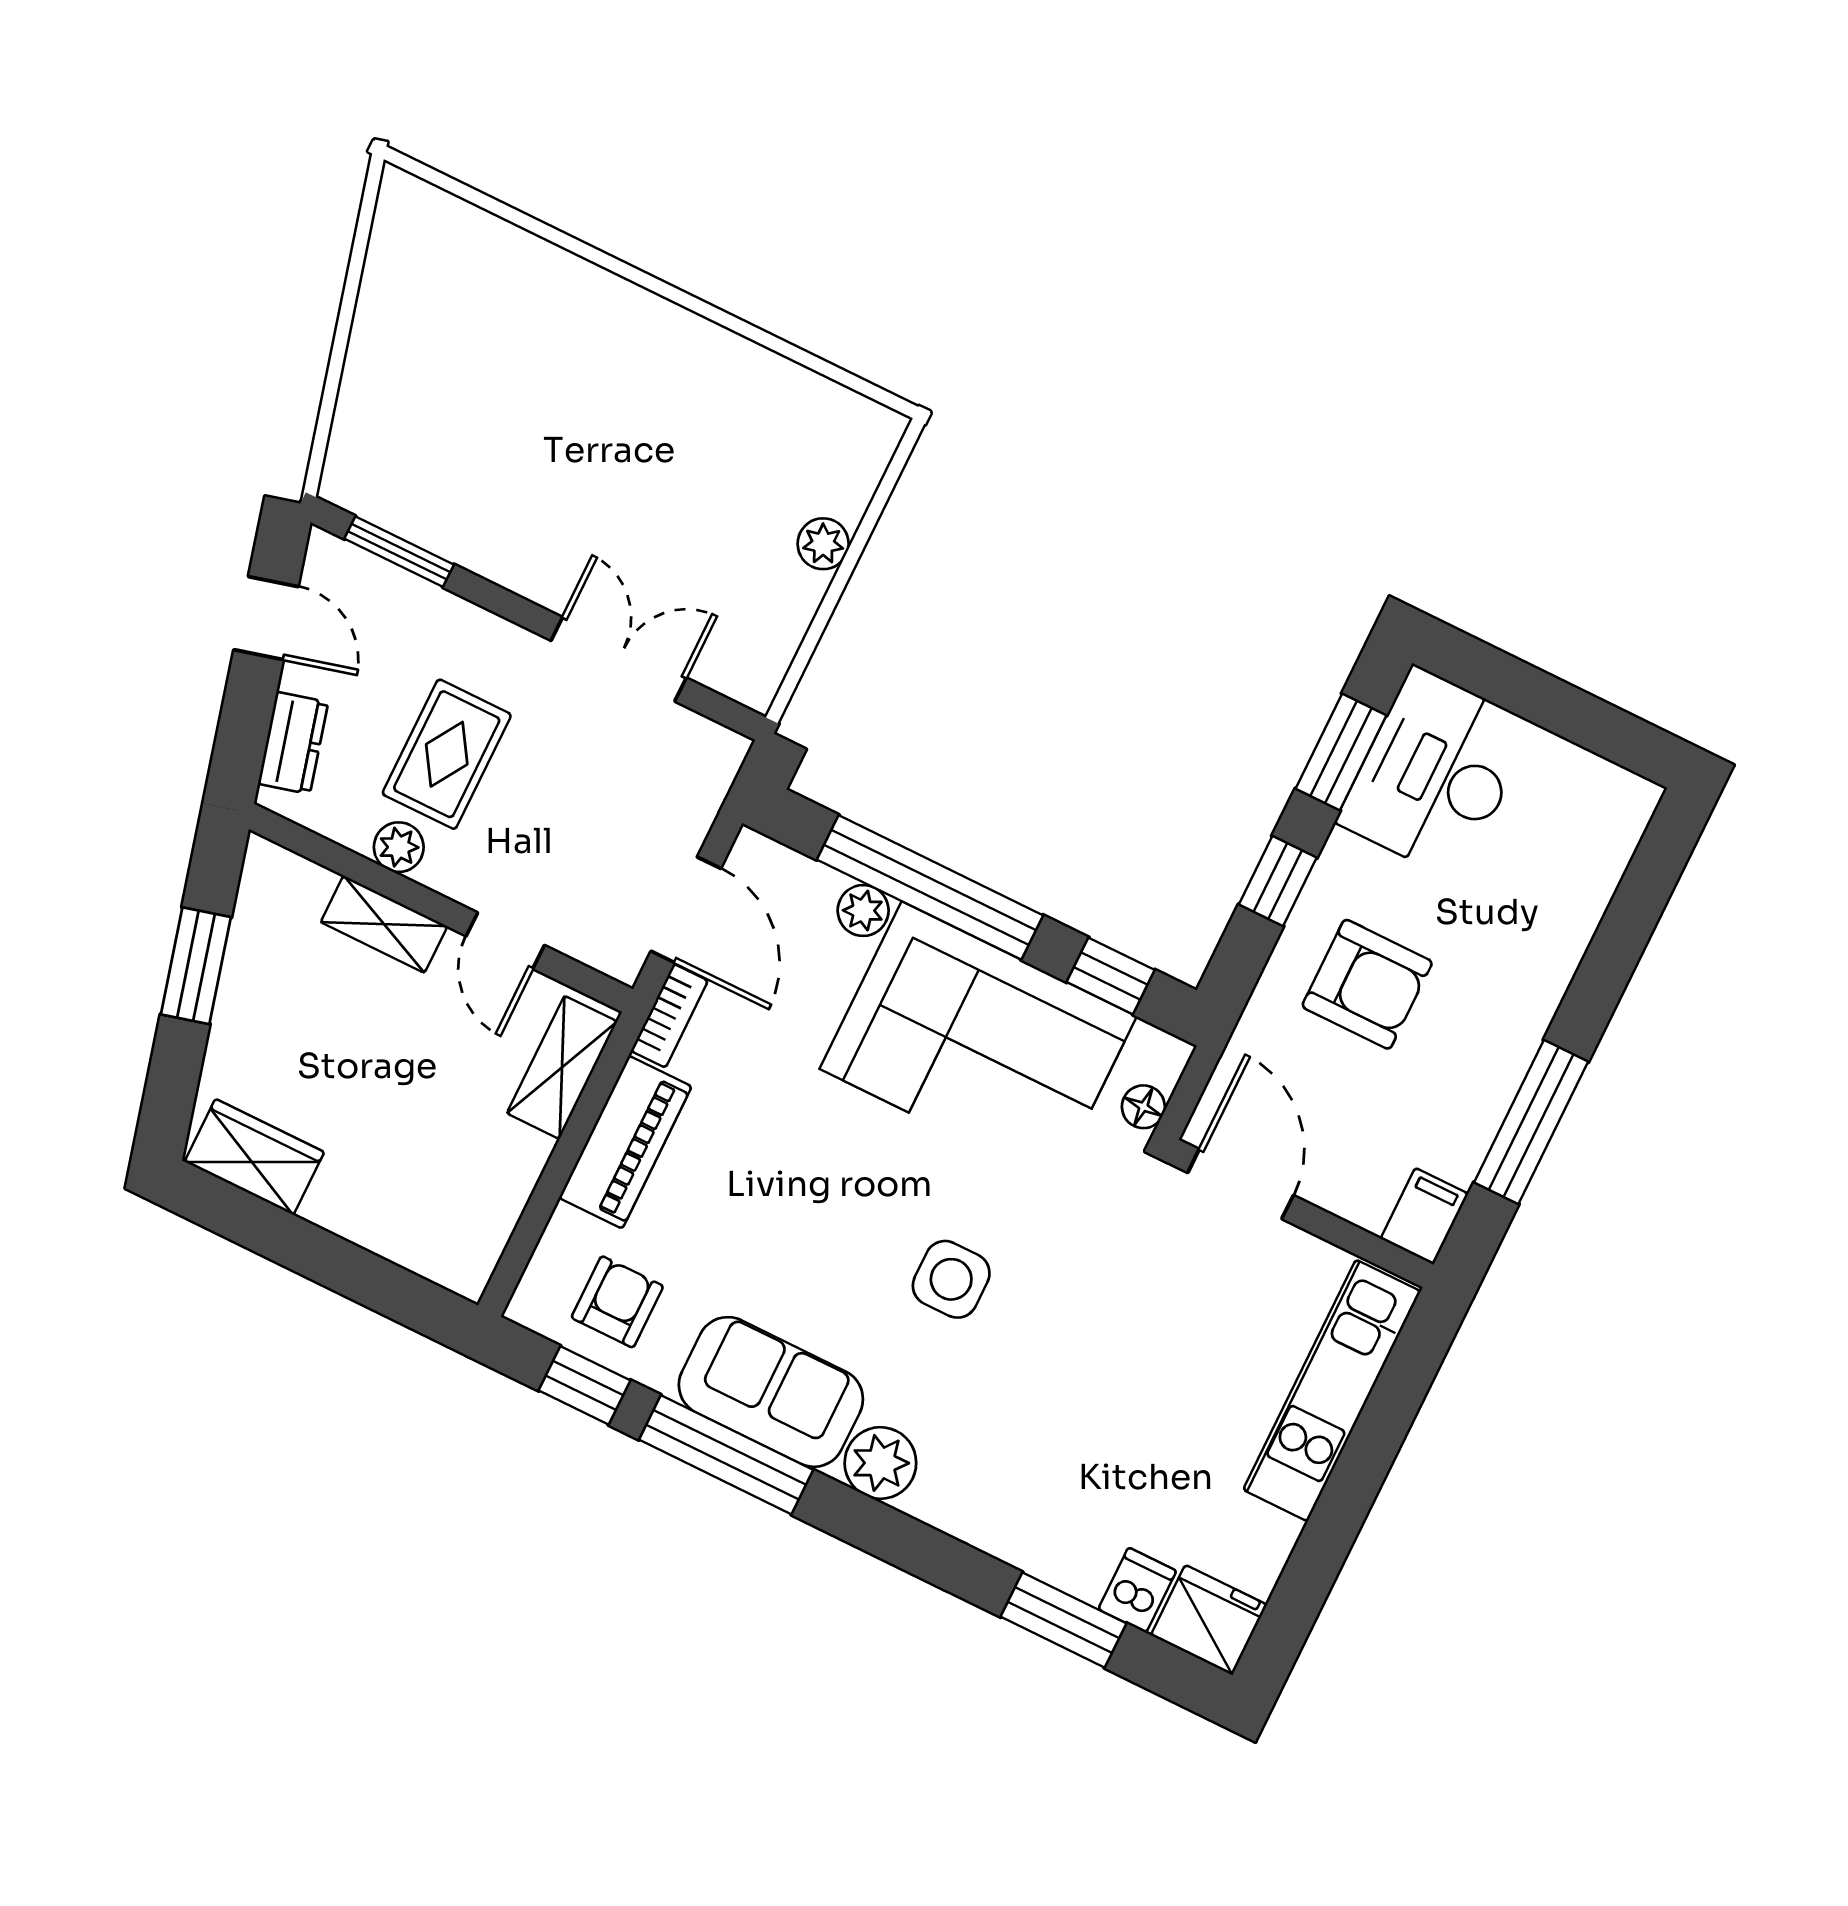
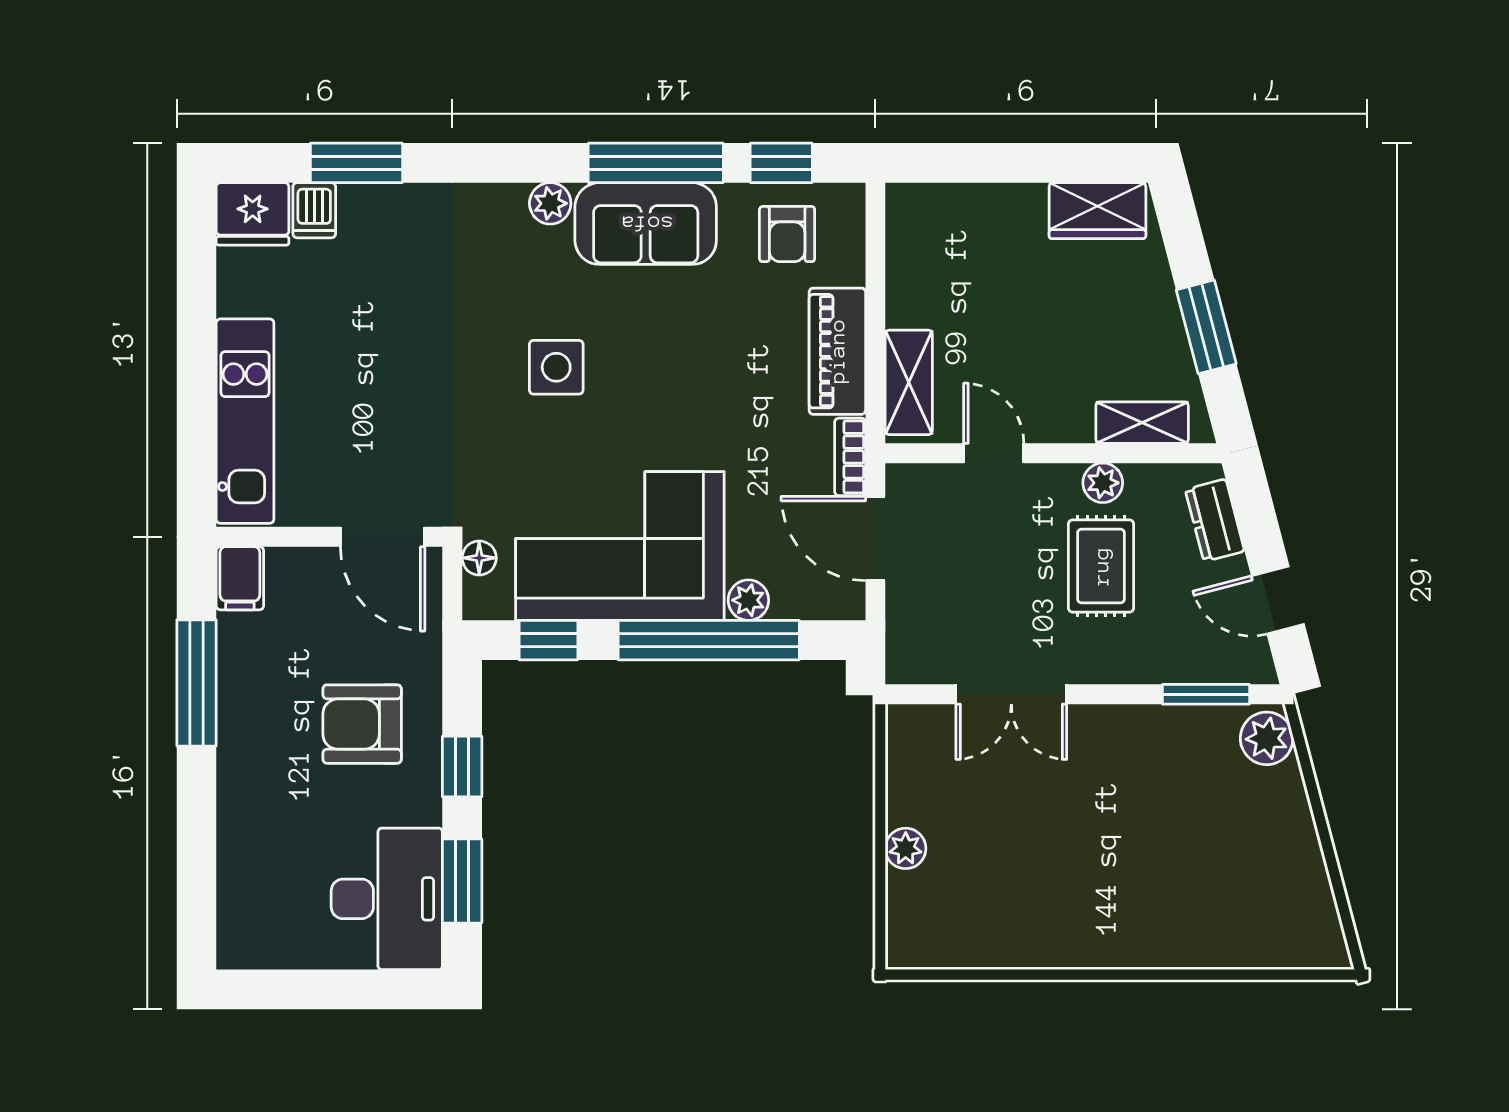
plant: (355, 468) -> (1267, 738), added
shelving: (384, 924) -> (1142, 423), moved
plant: (880, 1463) -> (550, 203), width x0.73, depth x0.73

